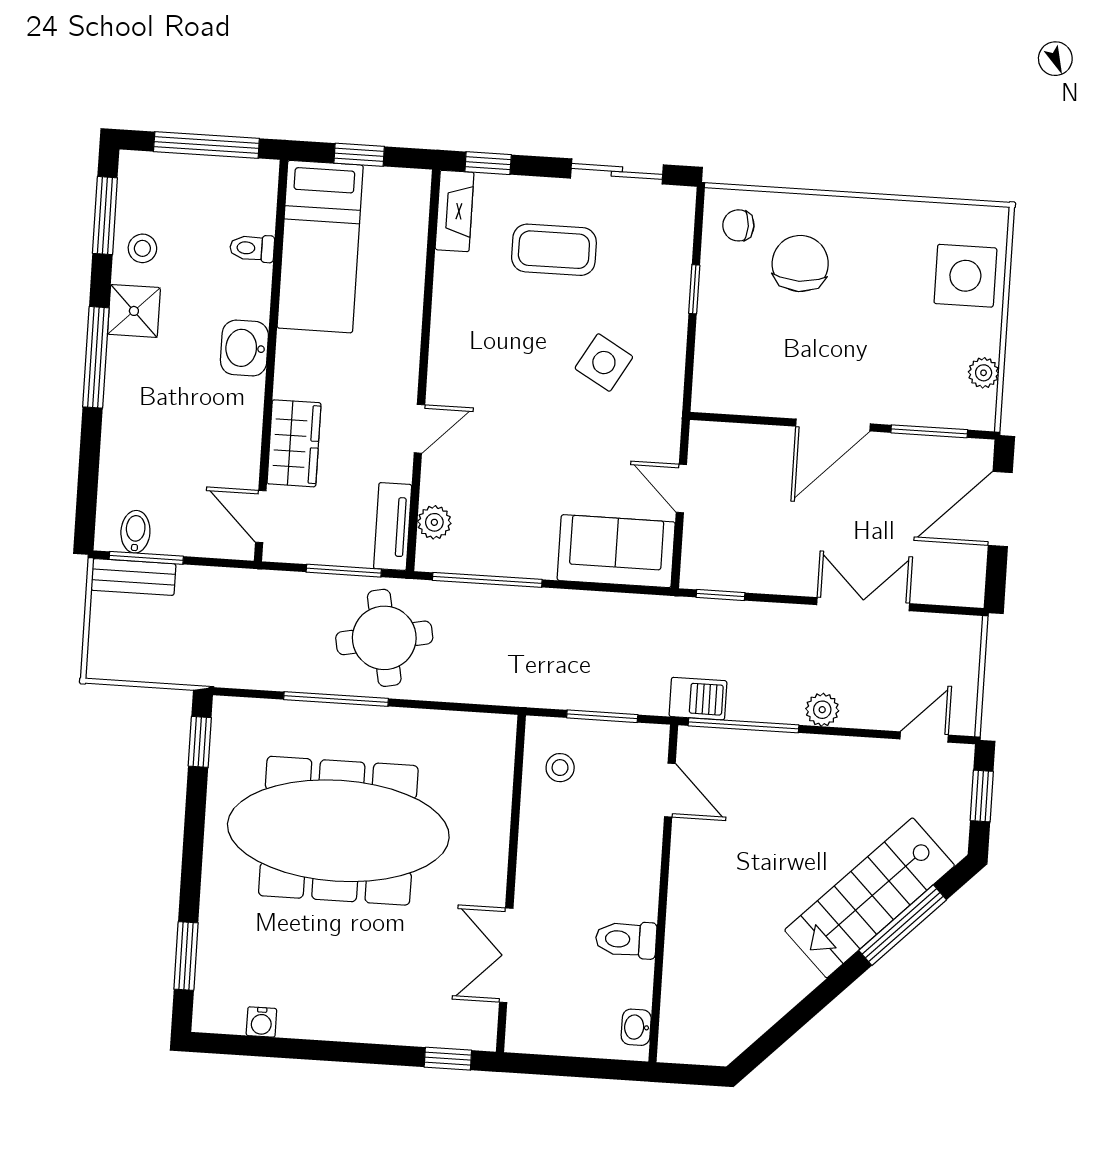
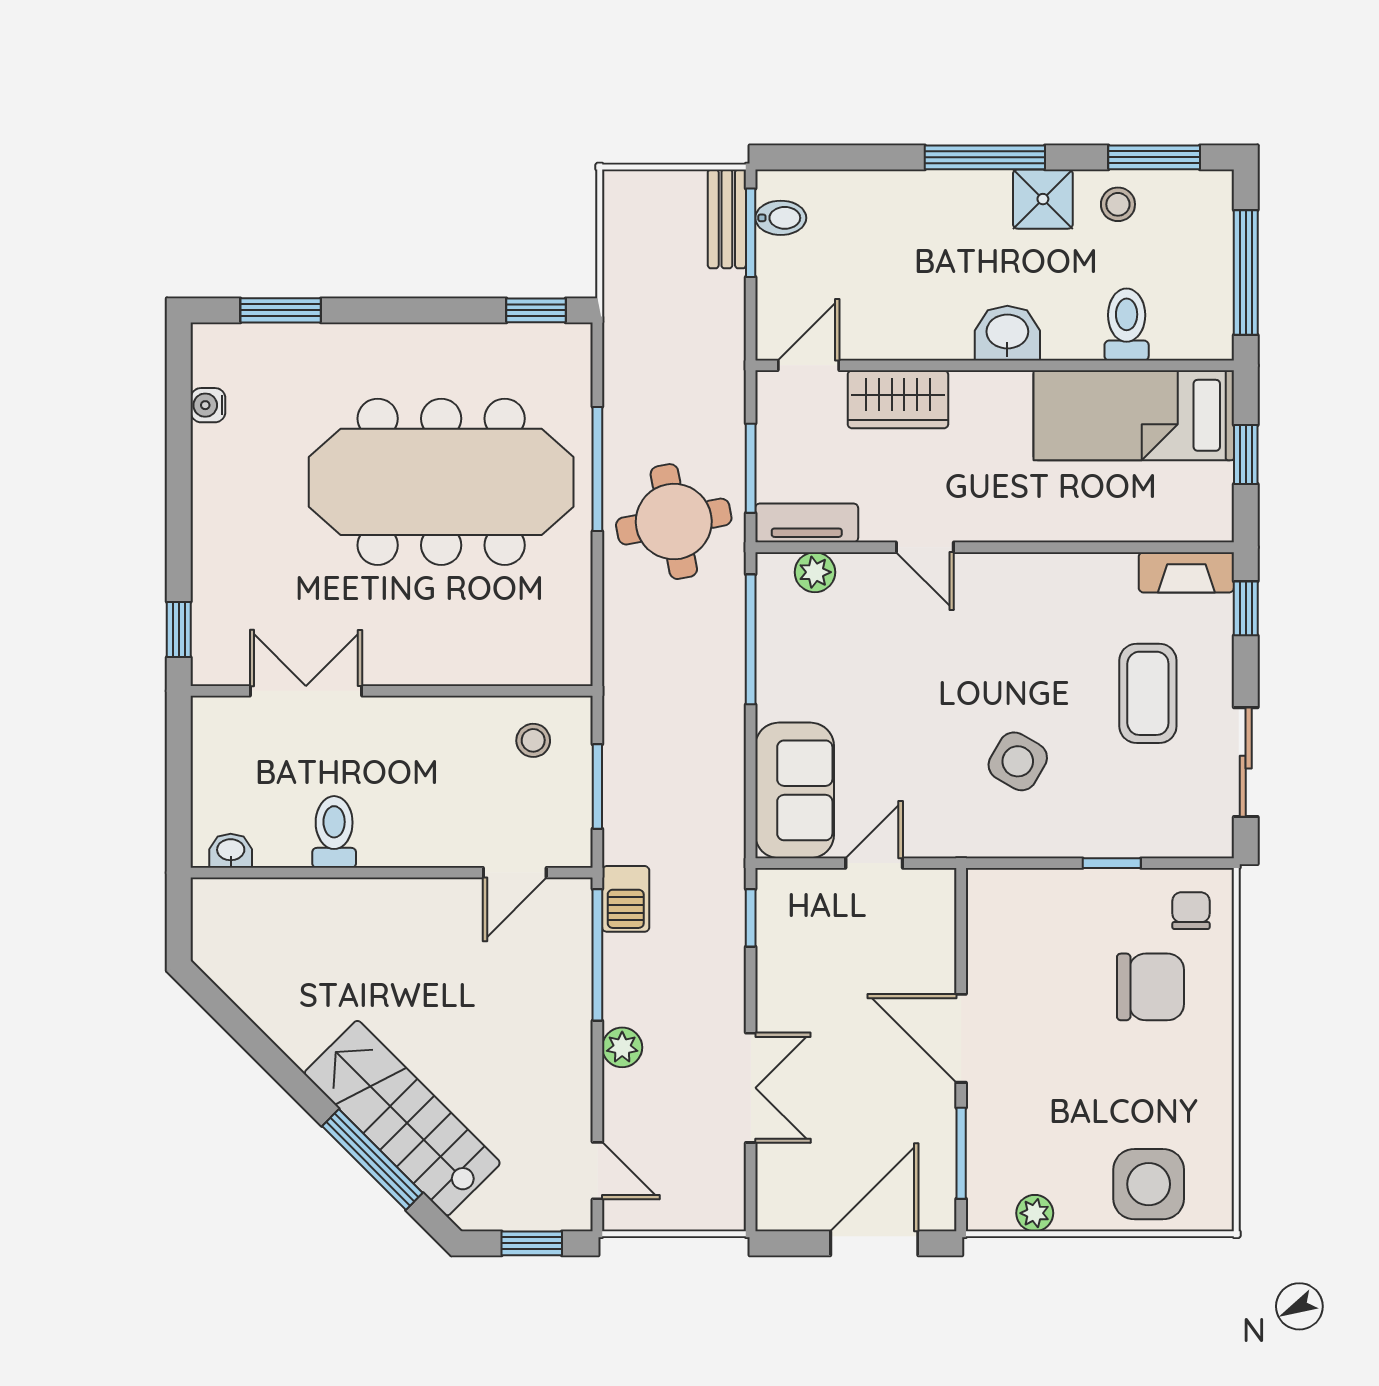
toilet: (252, 248) -> (1127, 325), width x1.37, depth x1.39
door: (1000, 509) -> (874, 1243), hinge flipped
meeting table: (338, 831) -> (441, 482), turned 90

